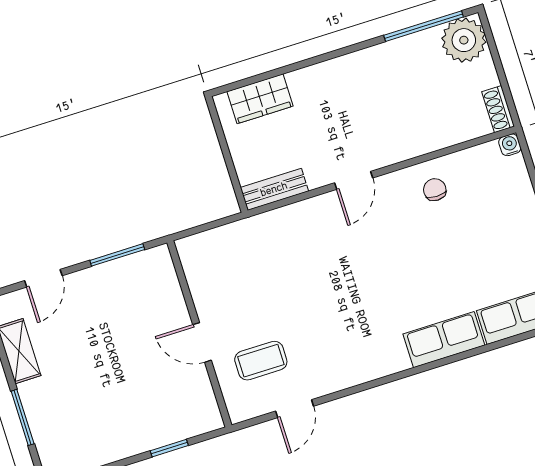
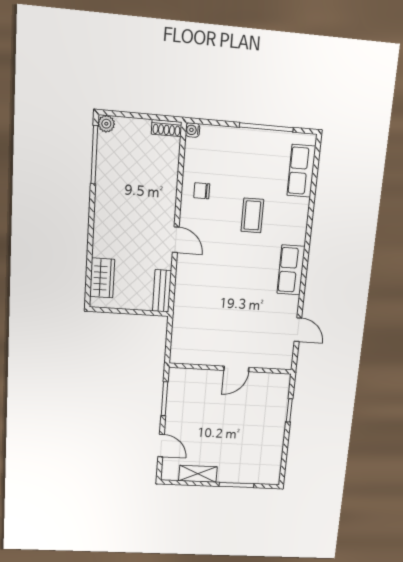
plant: (464, 40) -> (106, 124), width x0.53, depth x0.53
row of seats: (444, 340) -> (291, 270), moved
coffee table: (261, 361) -> (252, 215), moved

